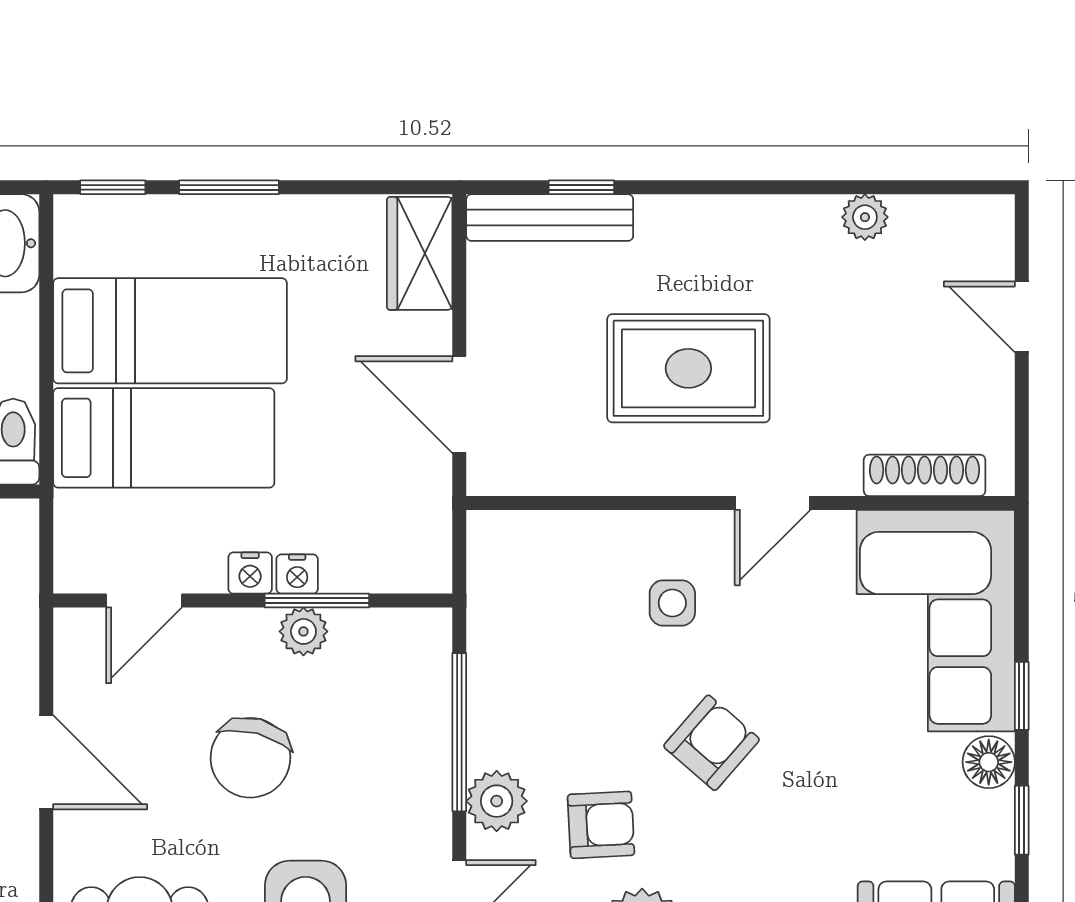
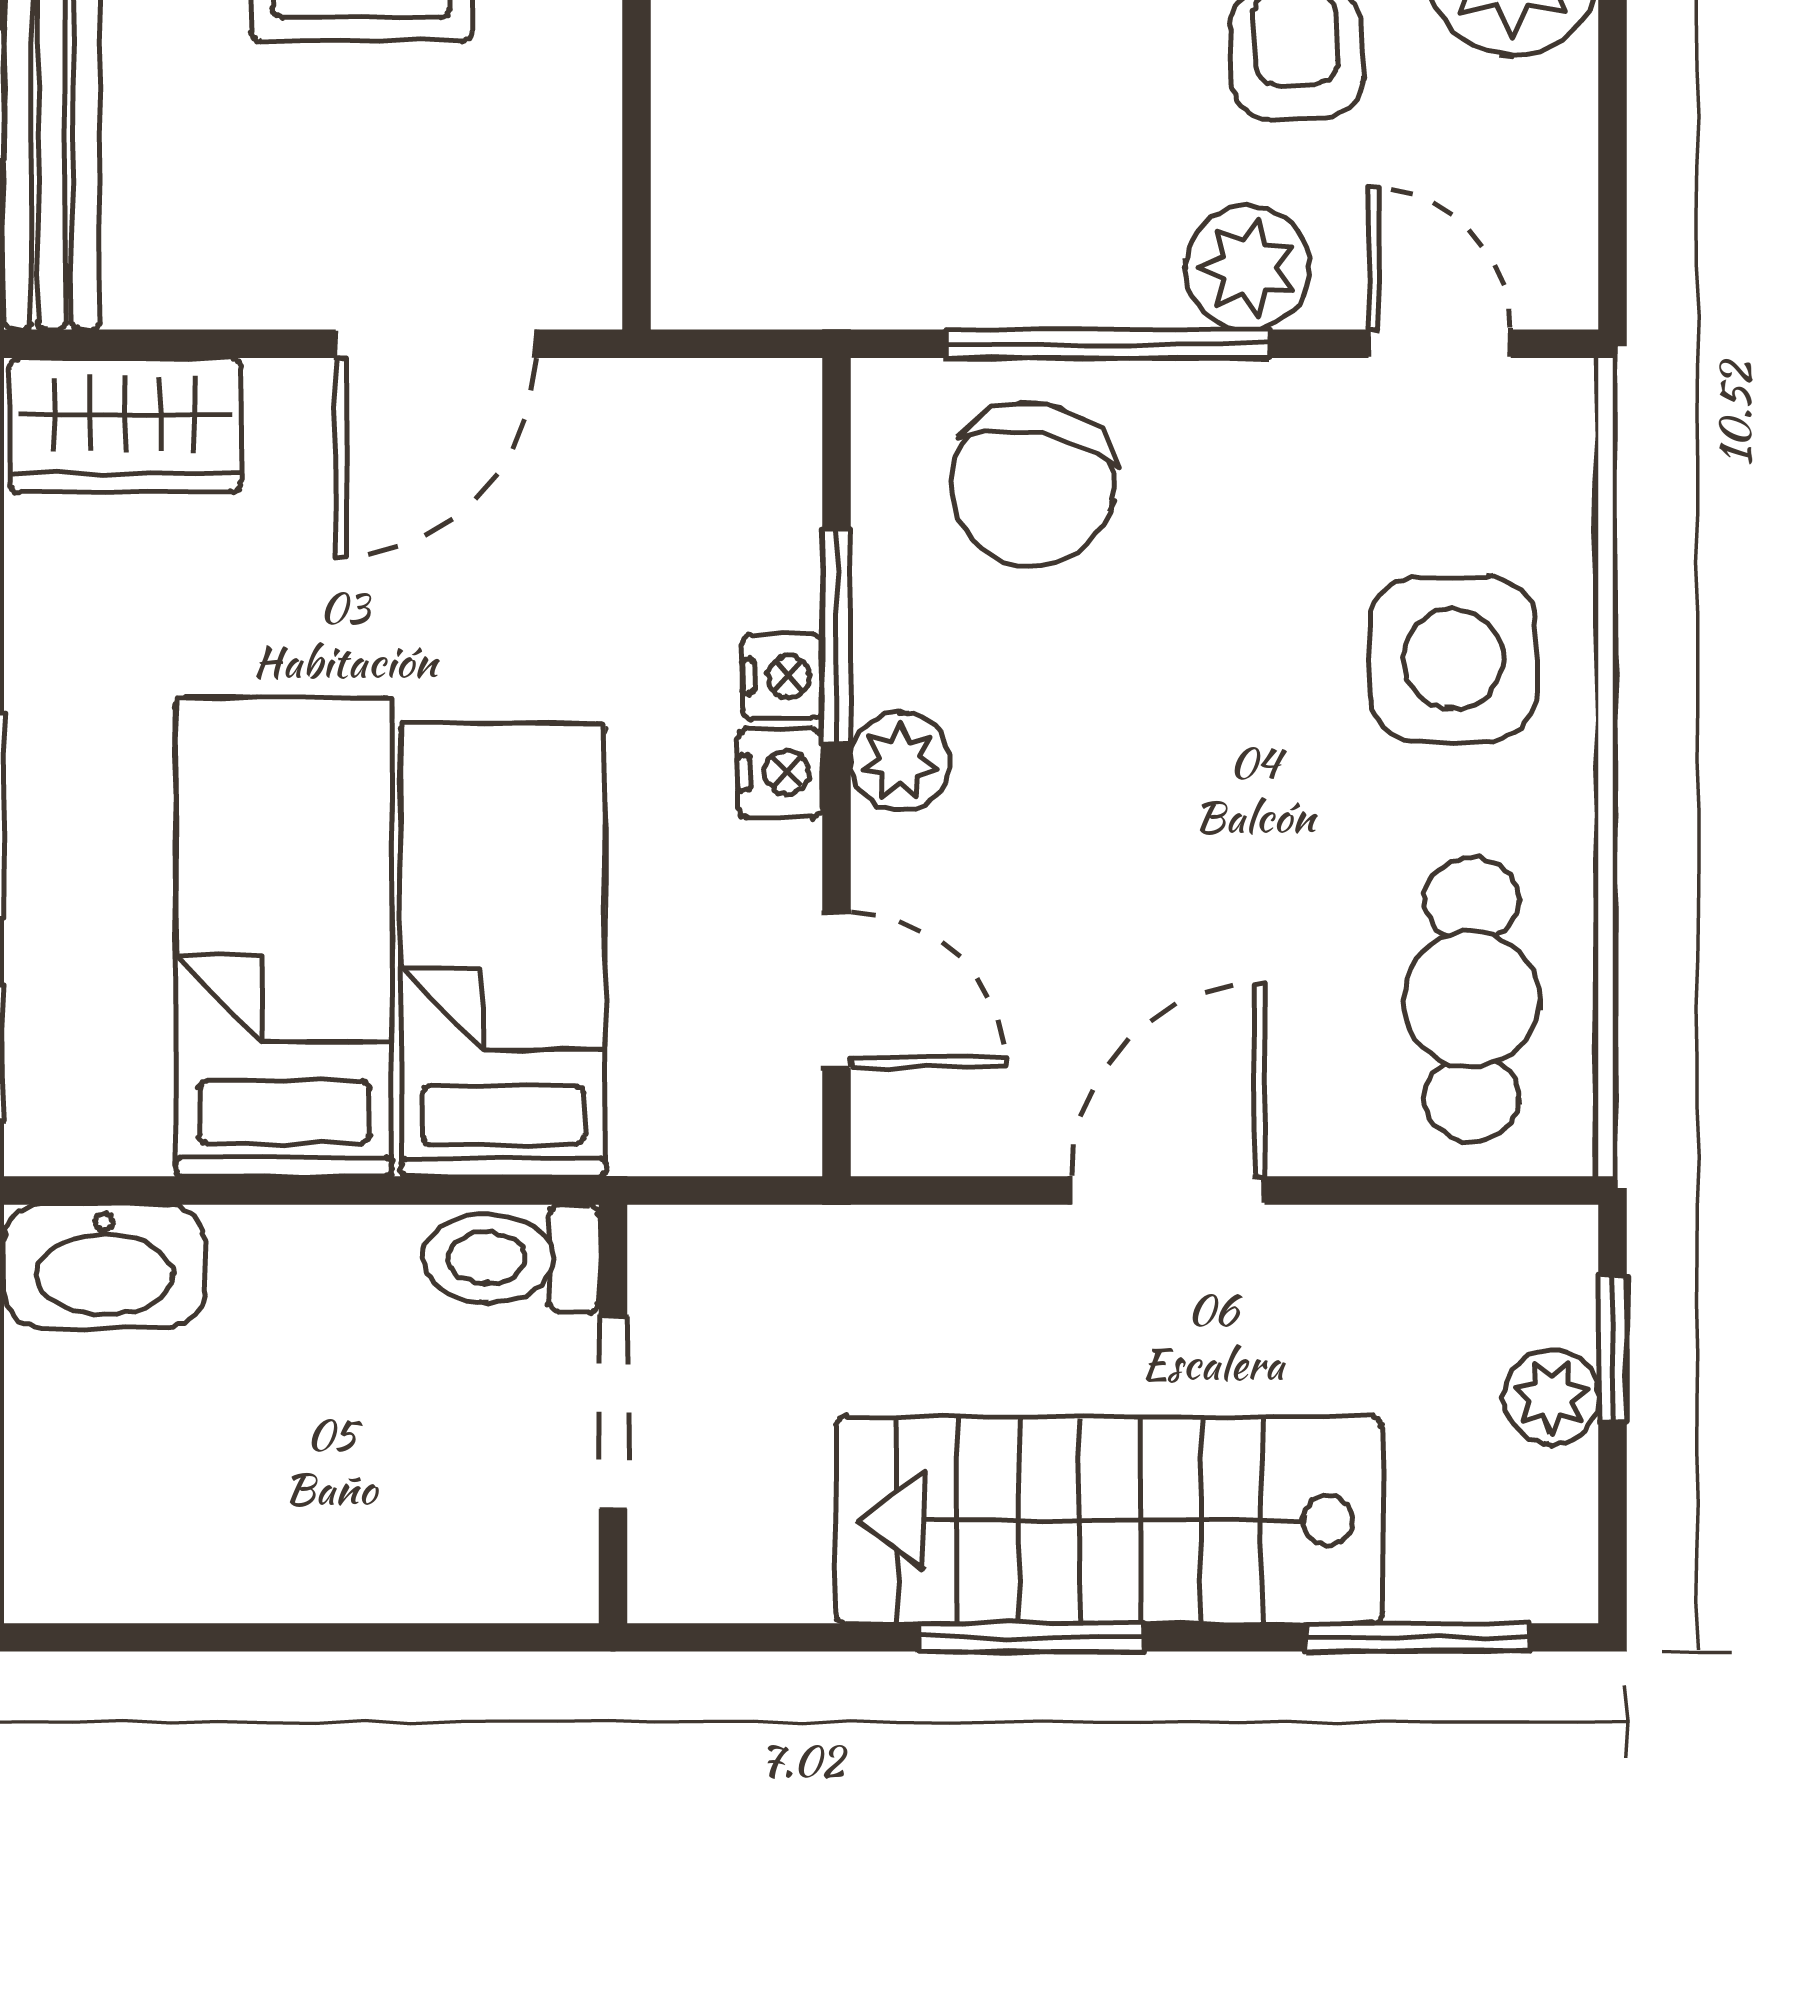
plant: (303, 631) -> (900, 761), moved
chair: (250, 758) -> (1032, 485), moved, turned 86

